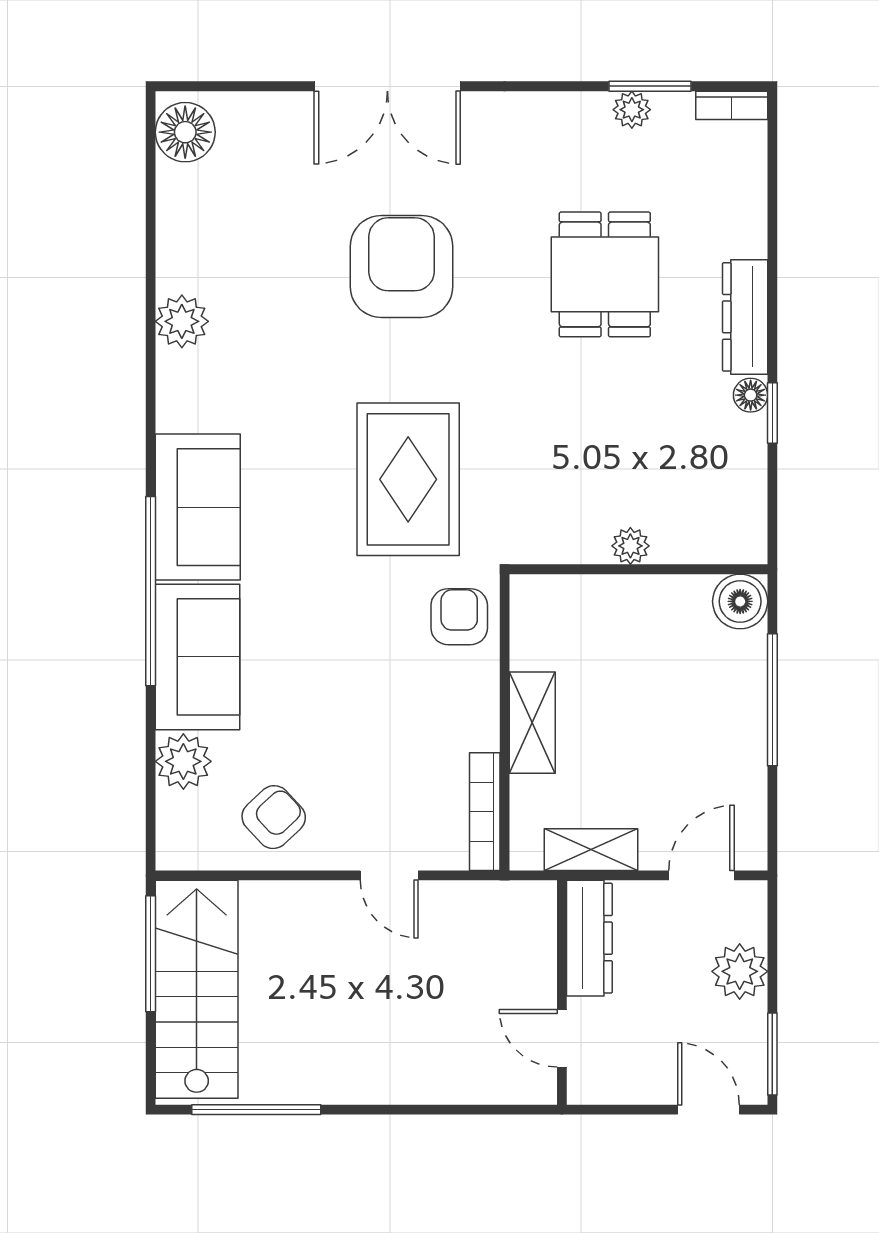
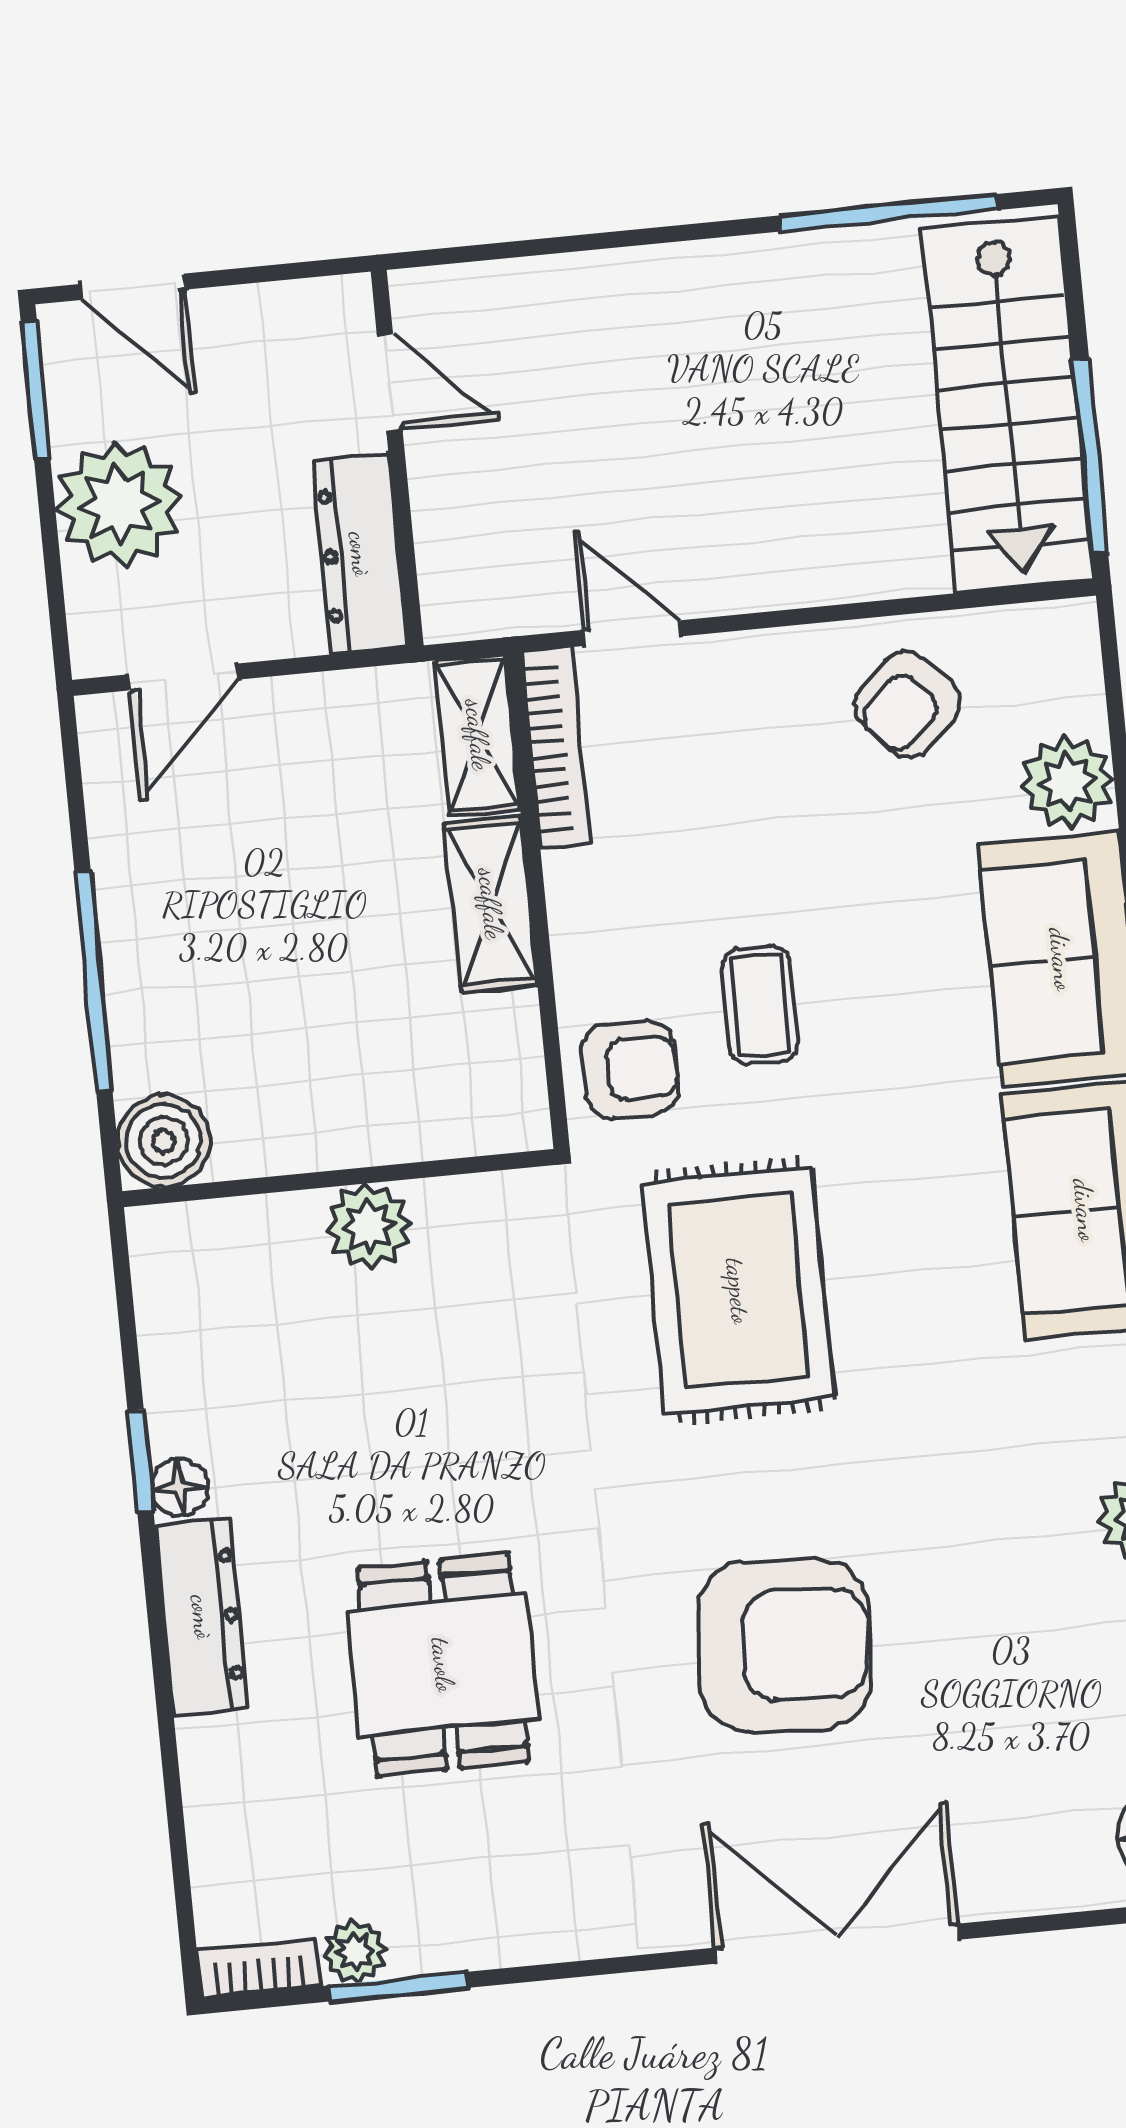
plant: (632, 110) -> (355, 1951), moved
armchair: (401, 266) -> (784, 1645), turned -87
plant: (630, 546) -> (369, 1226), width x1.38, depth x1.38
armchair: (459, 617) -> (630, 1069), turned -90
coffee table: (379, 647) -> (760, 1005), added
shelving: (591, 850) -> (478, 735), moved, turned 90
door: (389, 875) -> (632, 633), moved
plant: (740, 971) -> (119, 504), width x1.36, depth x1.36

